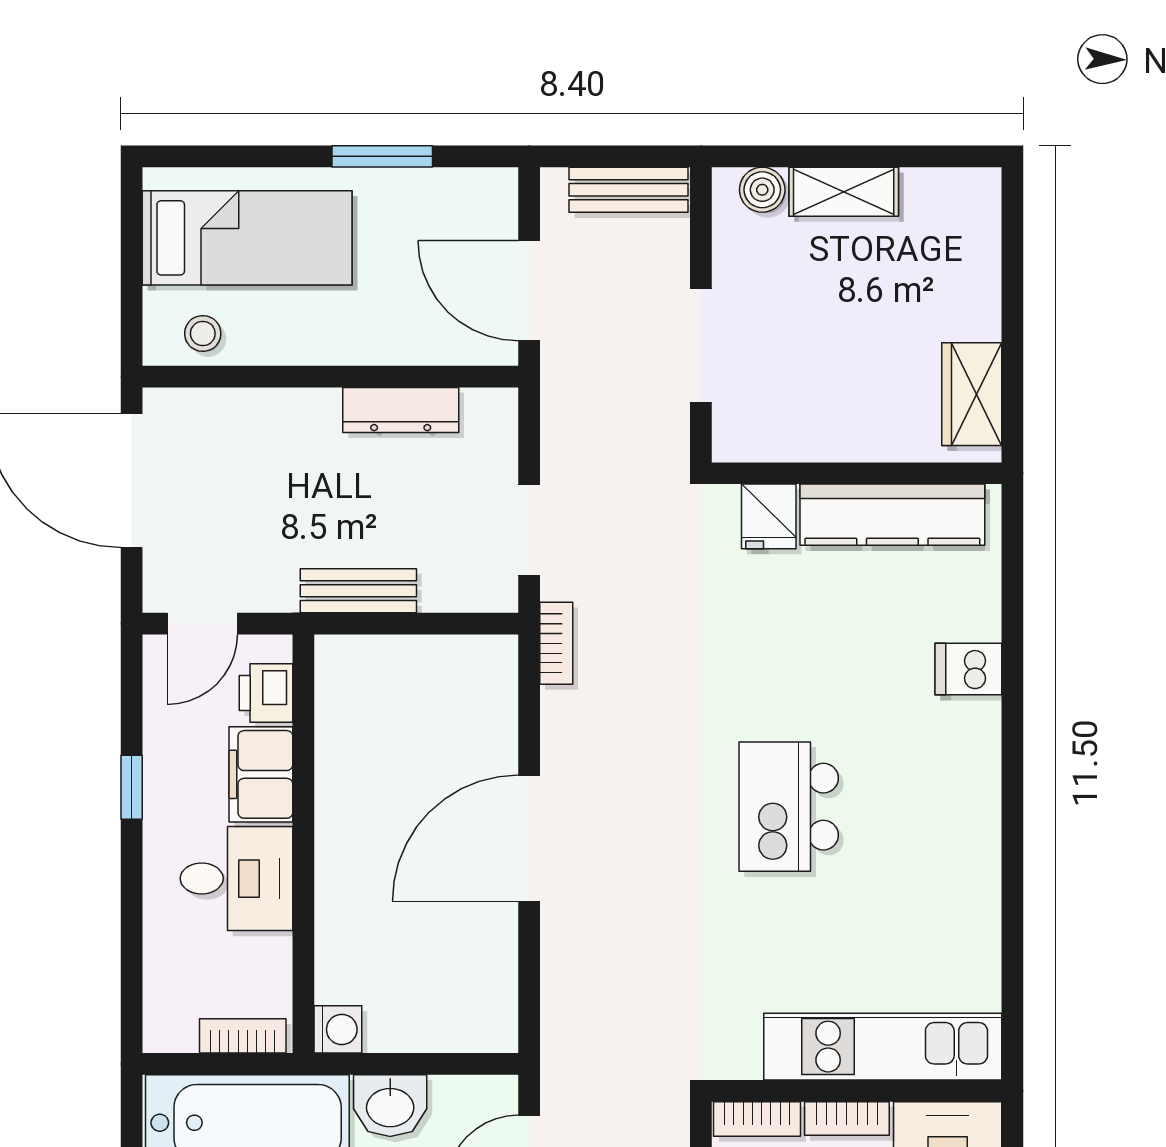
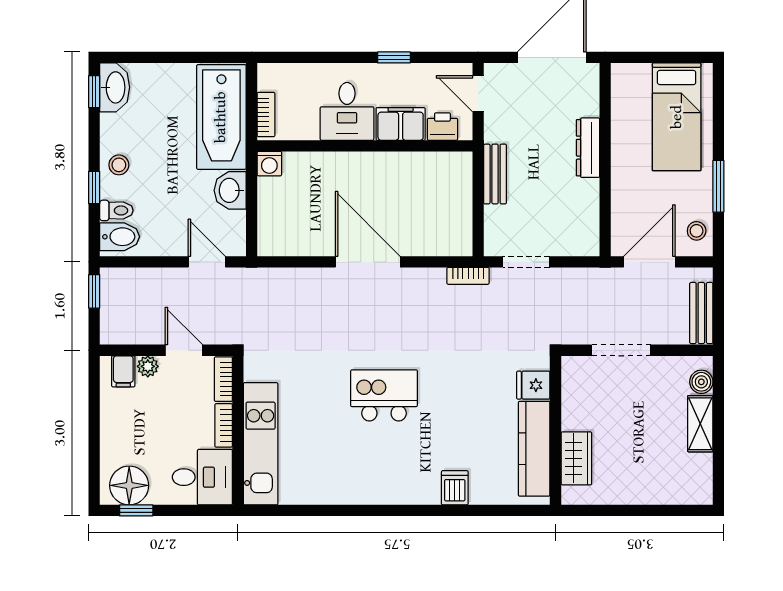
stool: (203, 334) -> (697, 231), moved
wardrobe: (972, 394) -> (576, 458), moved, turned 90
dresser: (401, 410) -> (588, 148), moved

